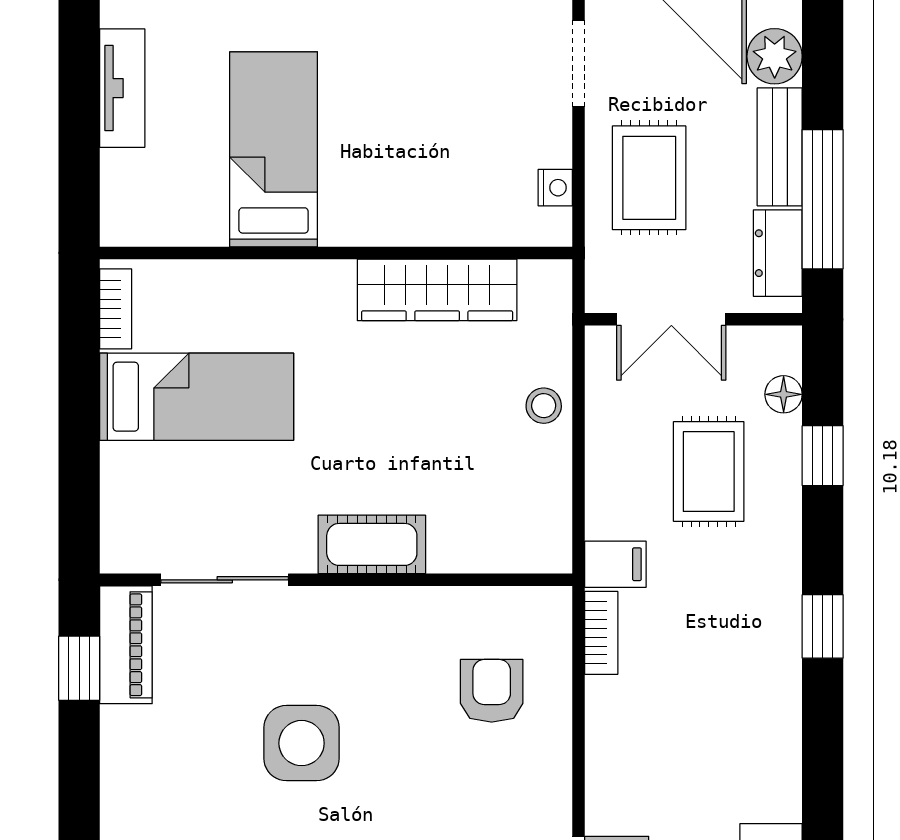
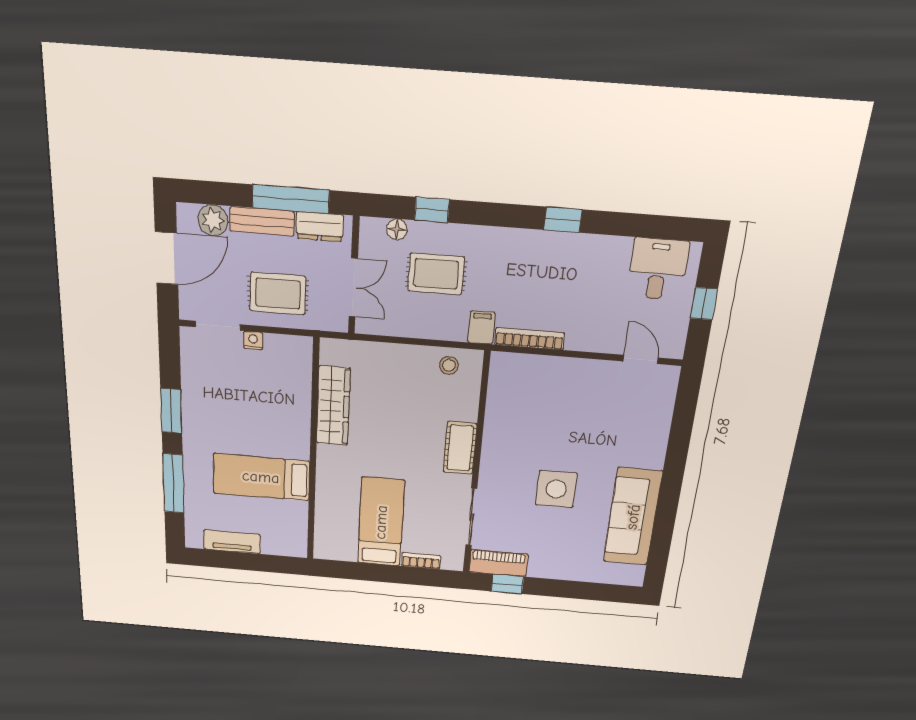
nightstand: (555, 188) -> (253, 341), moved
bookcase: (116, 309) -> (421, 561), moved
stool: (544, 406) -> (449, 365), moved
window: (823, 626) -> (563, 220), moved
bookcase: (601, 633) -> (530, 339), width x1.56
armchair: (492, 691) -> (541, 396), removed

